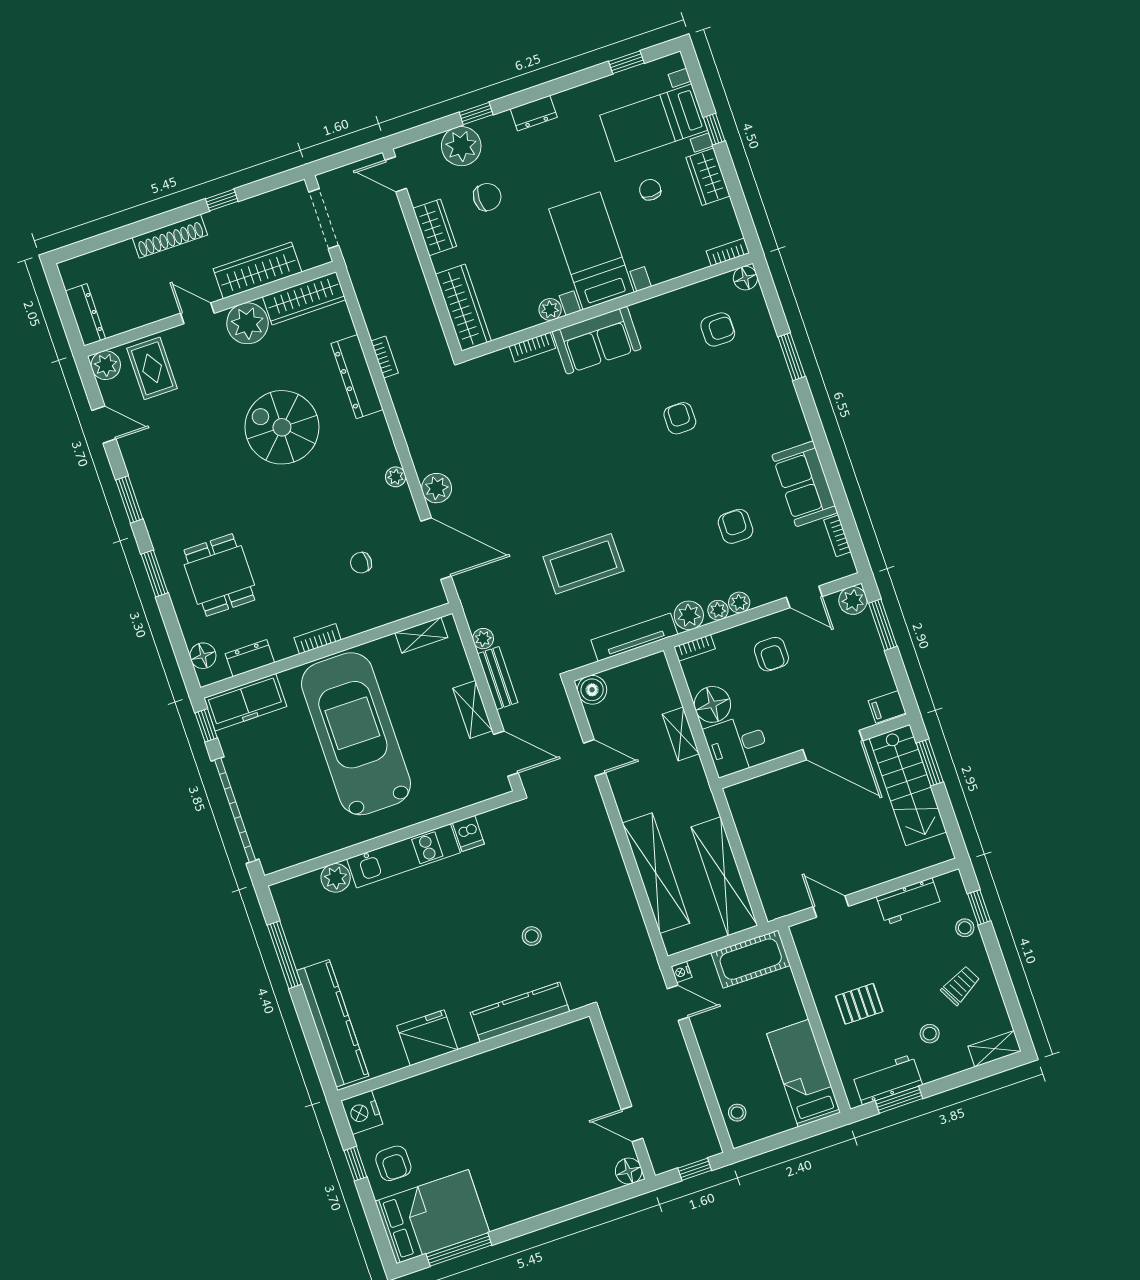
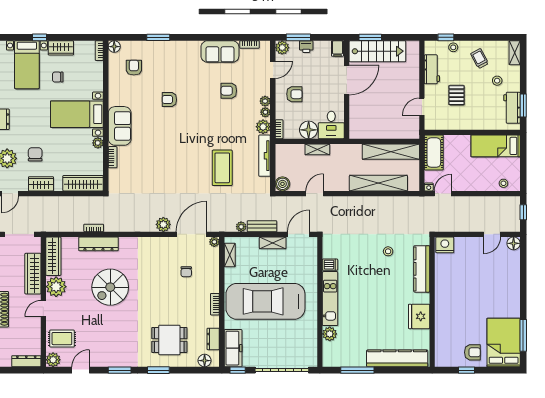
plant: (396, 477) -> (214, 242), moved
printer: (870, 646) -> (306, 47), added
pallet: (859, 1004) -> (457, 95), moved
nightstand: (362, 1112) -> (445, 245), moved, turned 180

